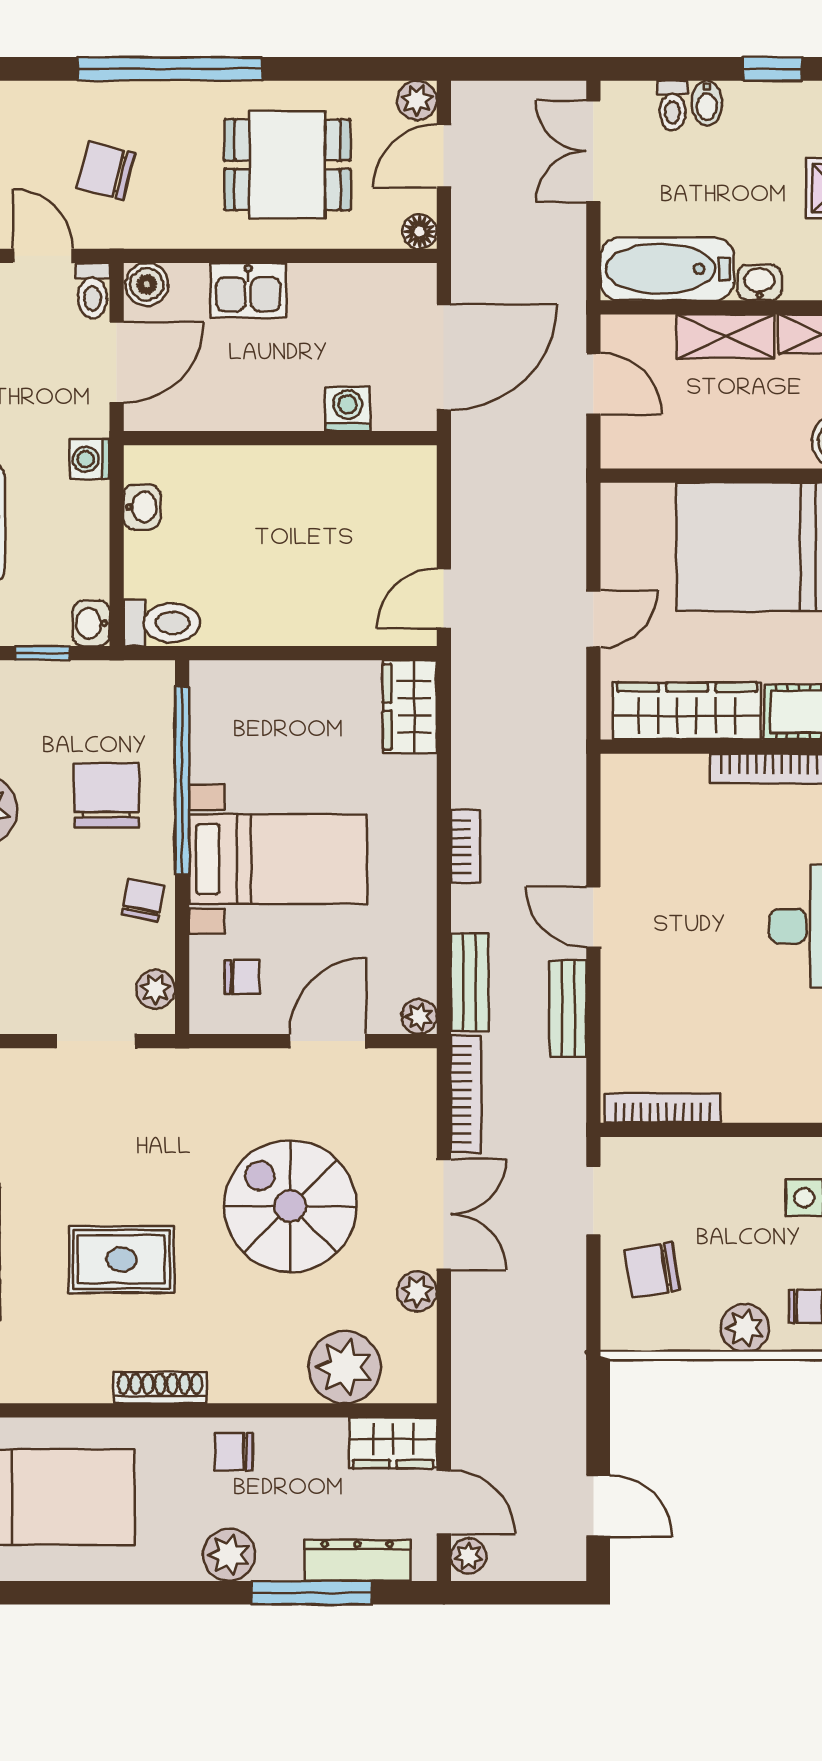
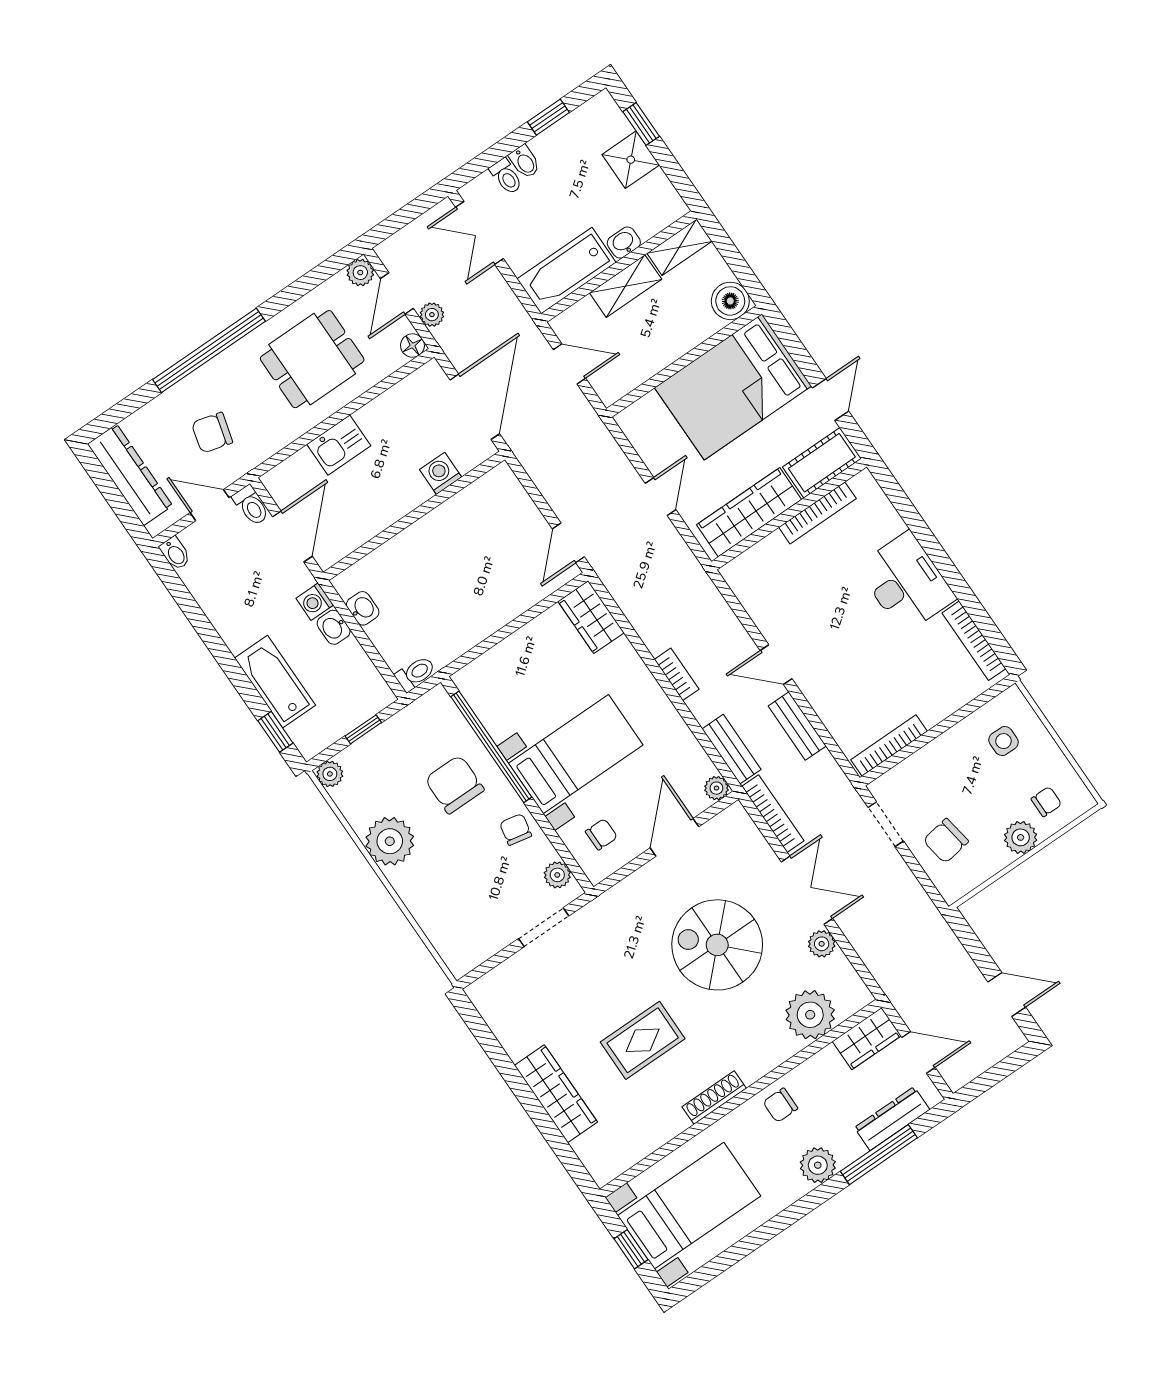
boiler: (147, 284) -> (279, 481), removed
washbasin: (91, 623) -> (334, 627), moved
toilet: (162, 623) -> (415, 674), width x0.73, depth x0.72
plant: (469, 1556) -> (432, 315), moved

